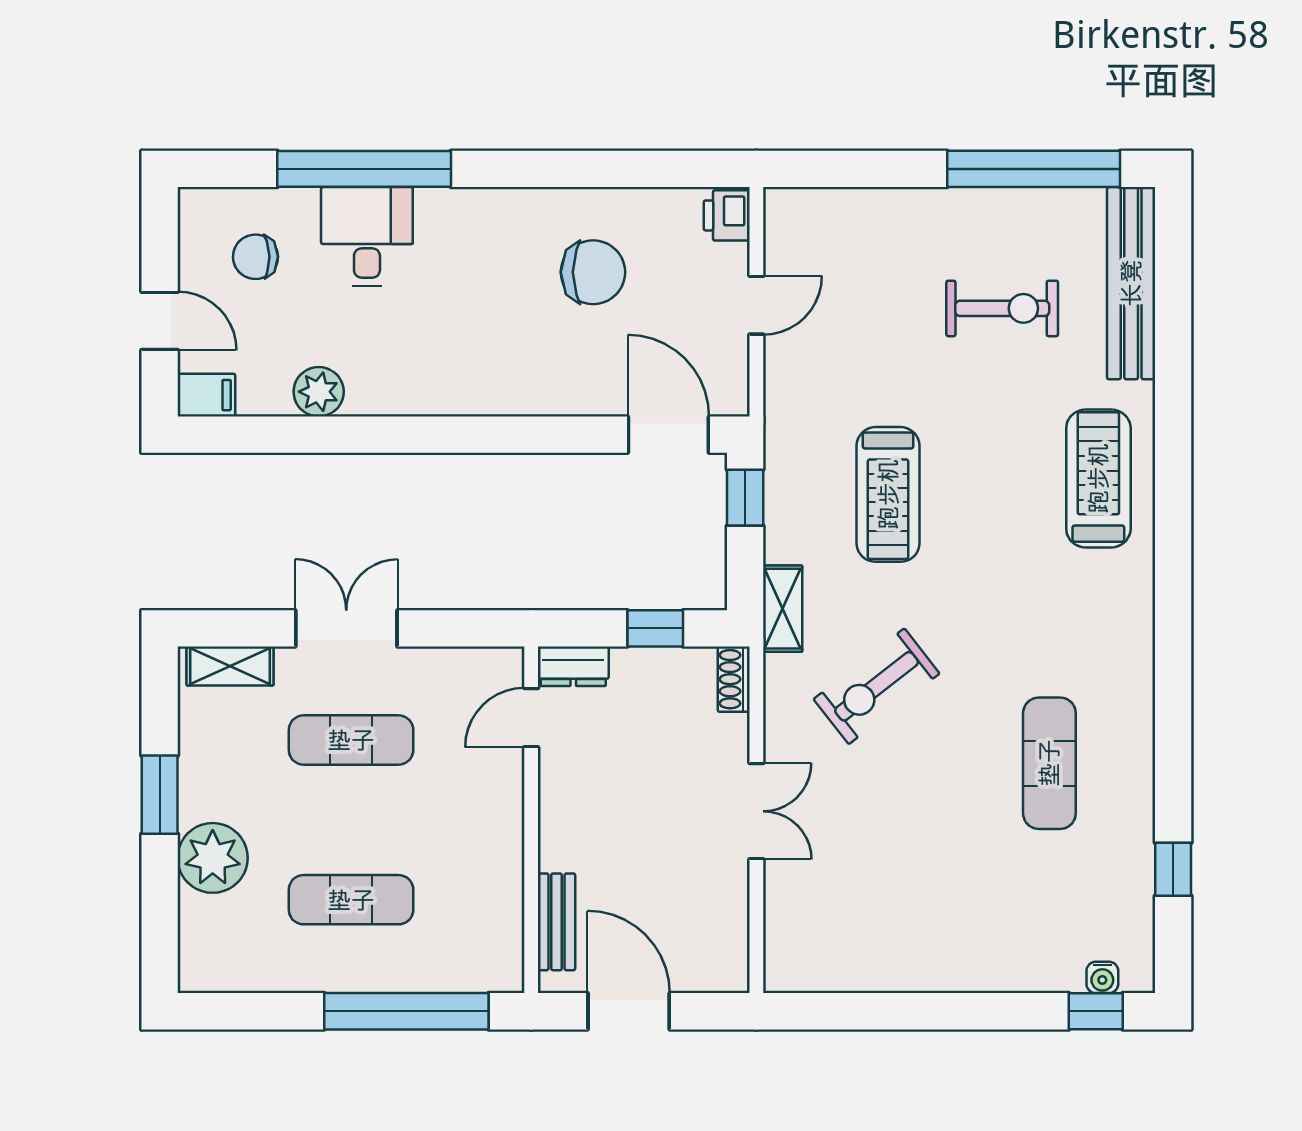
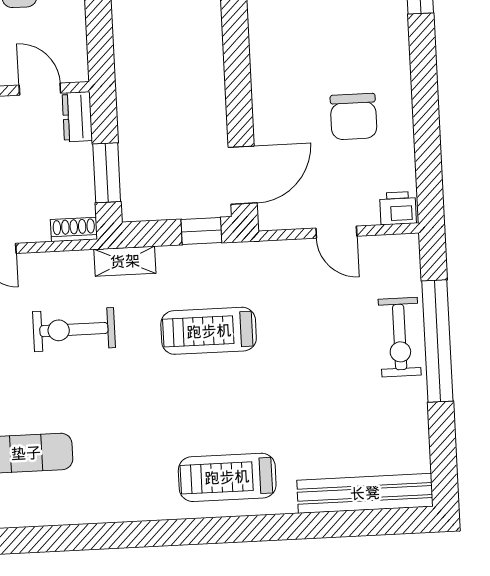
window: (1034, 169) -> (437, 341), moved
exercise bike: (1002, 308) -> (400, 337), moved
treadmill: (1098, 478) -> (227, 477), turned 180
window: (655, 628) -> (107, 173), width x1.50
exercise bike: (877, 686) -> (74, 330), turned -52

